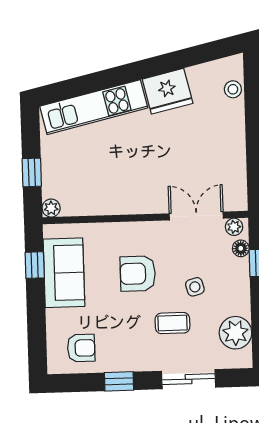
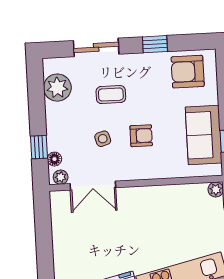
armchair: (138, 274) -> (141, 136), width x0.72, depth x0.72
side table: (195, 287) -> (103, 139), moved
armchair: (81, 348) -> (188, 72), width x1.38, depth x1.38

